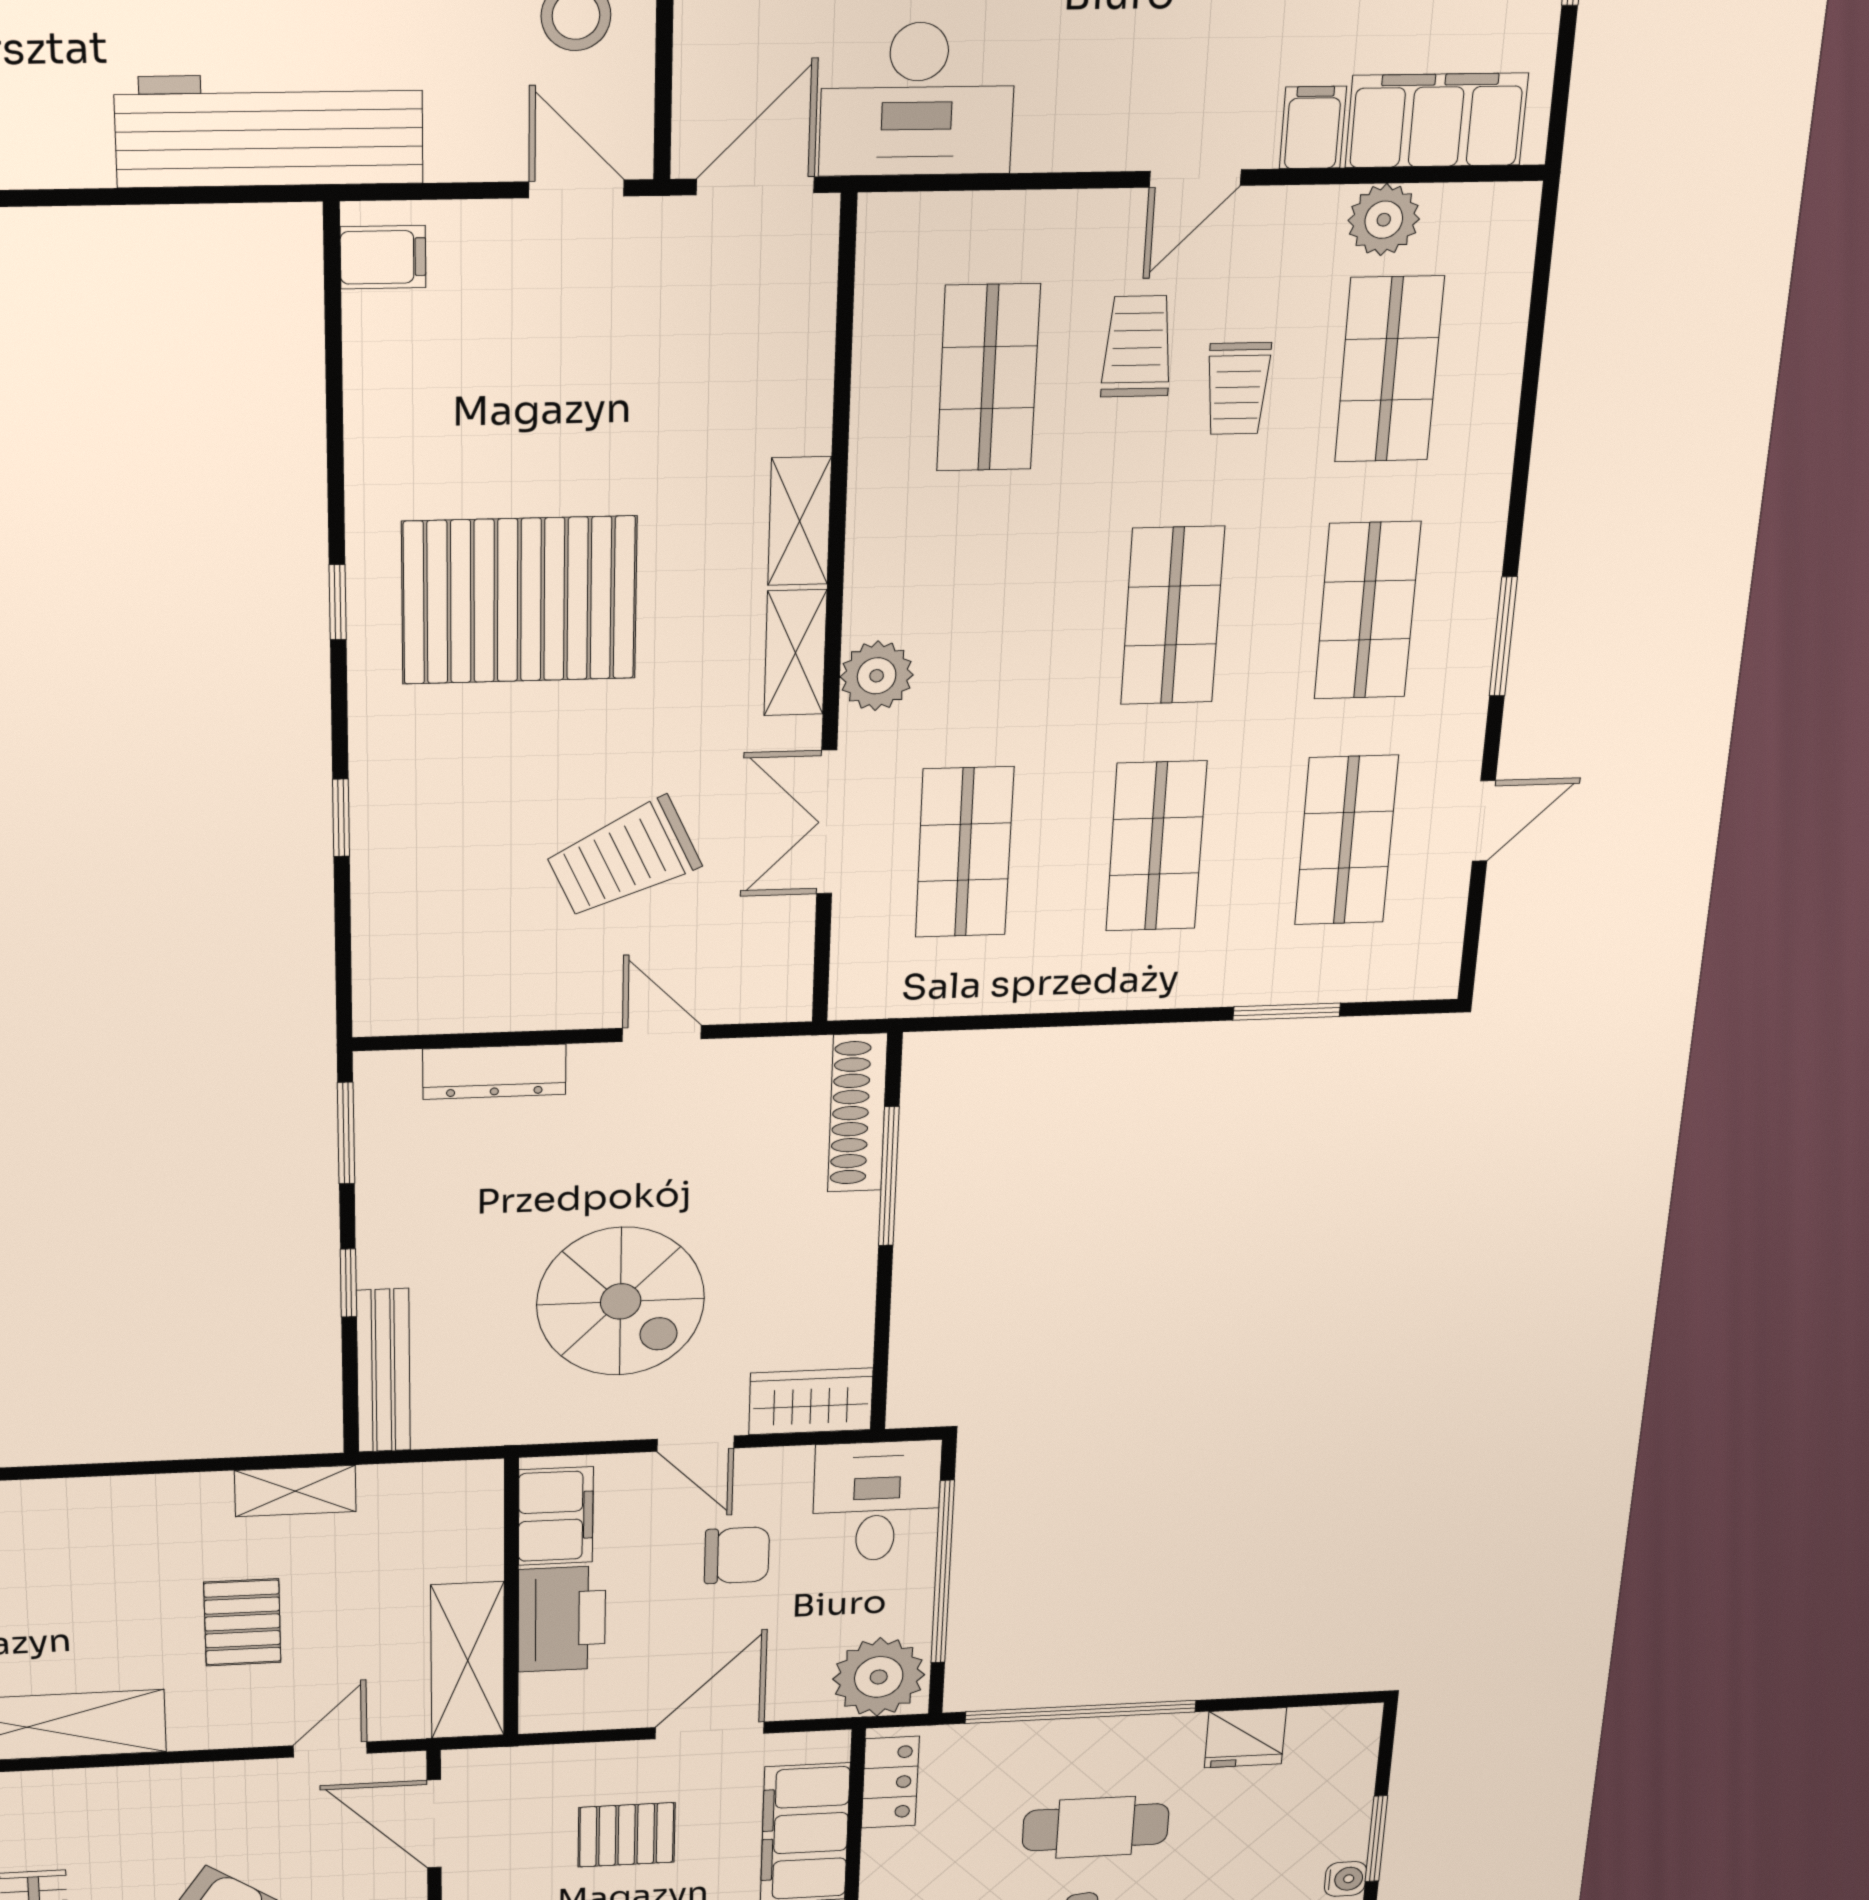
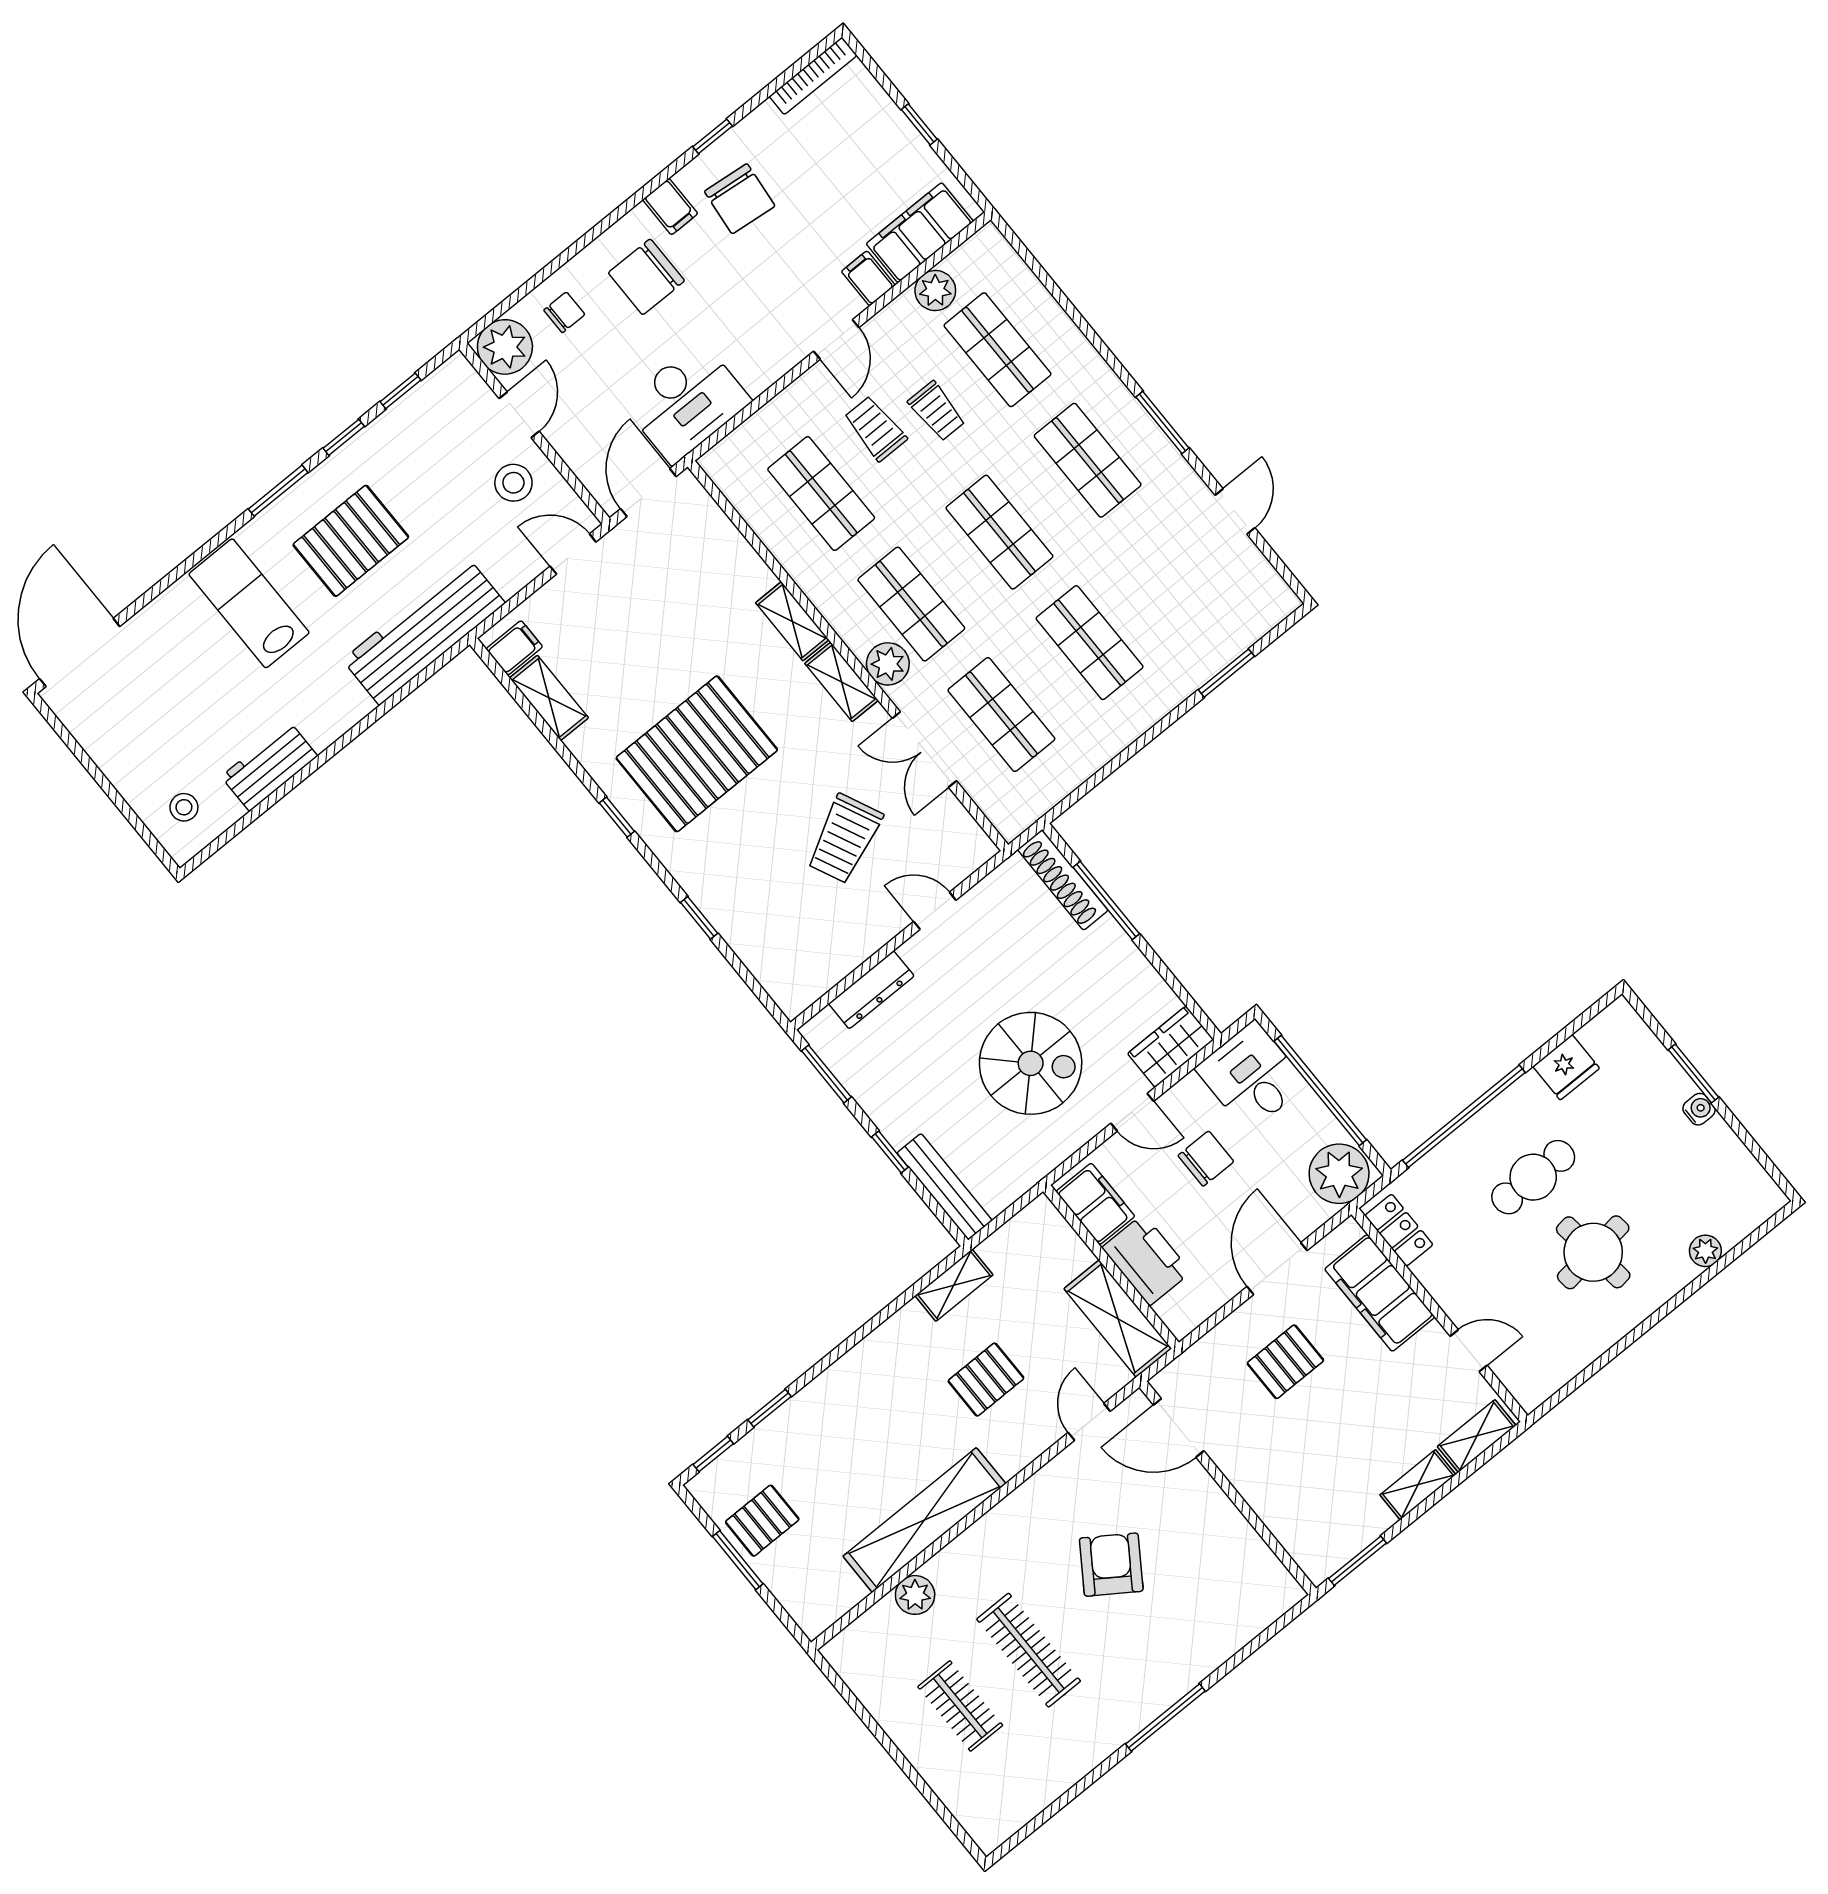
shelving: (375, 366) -> (549, 698), added
shop shelf: (1346, 840) -> (911, 604), moved
pallet: (242, 1622) -> (986, 1380), turned 90

